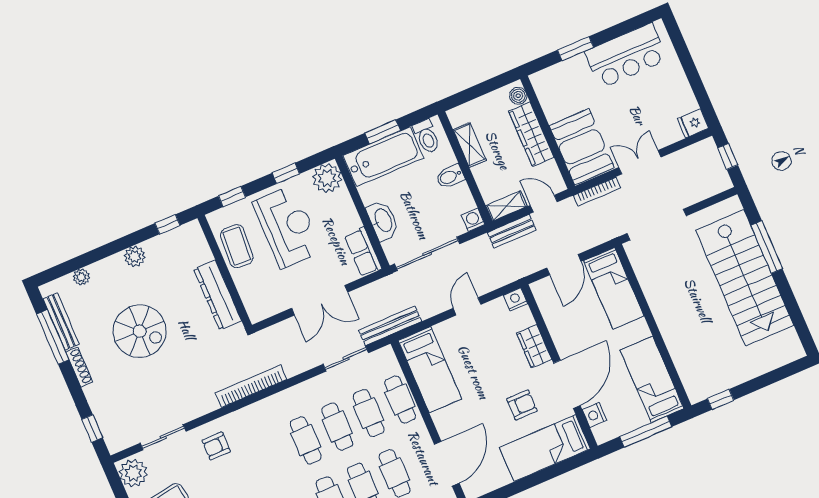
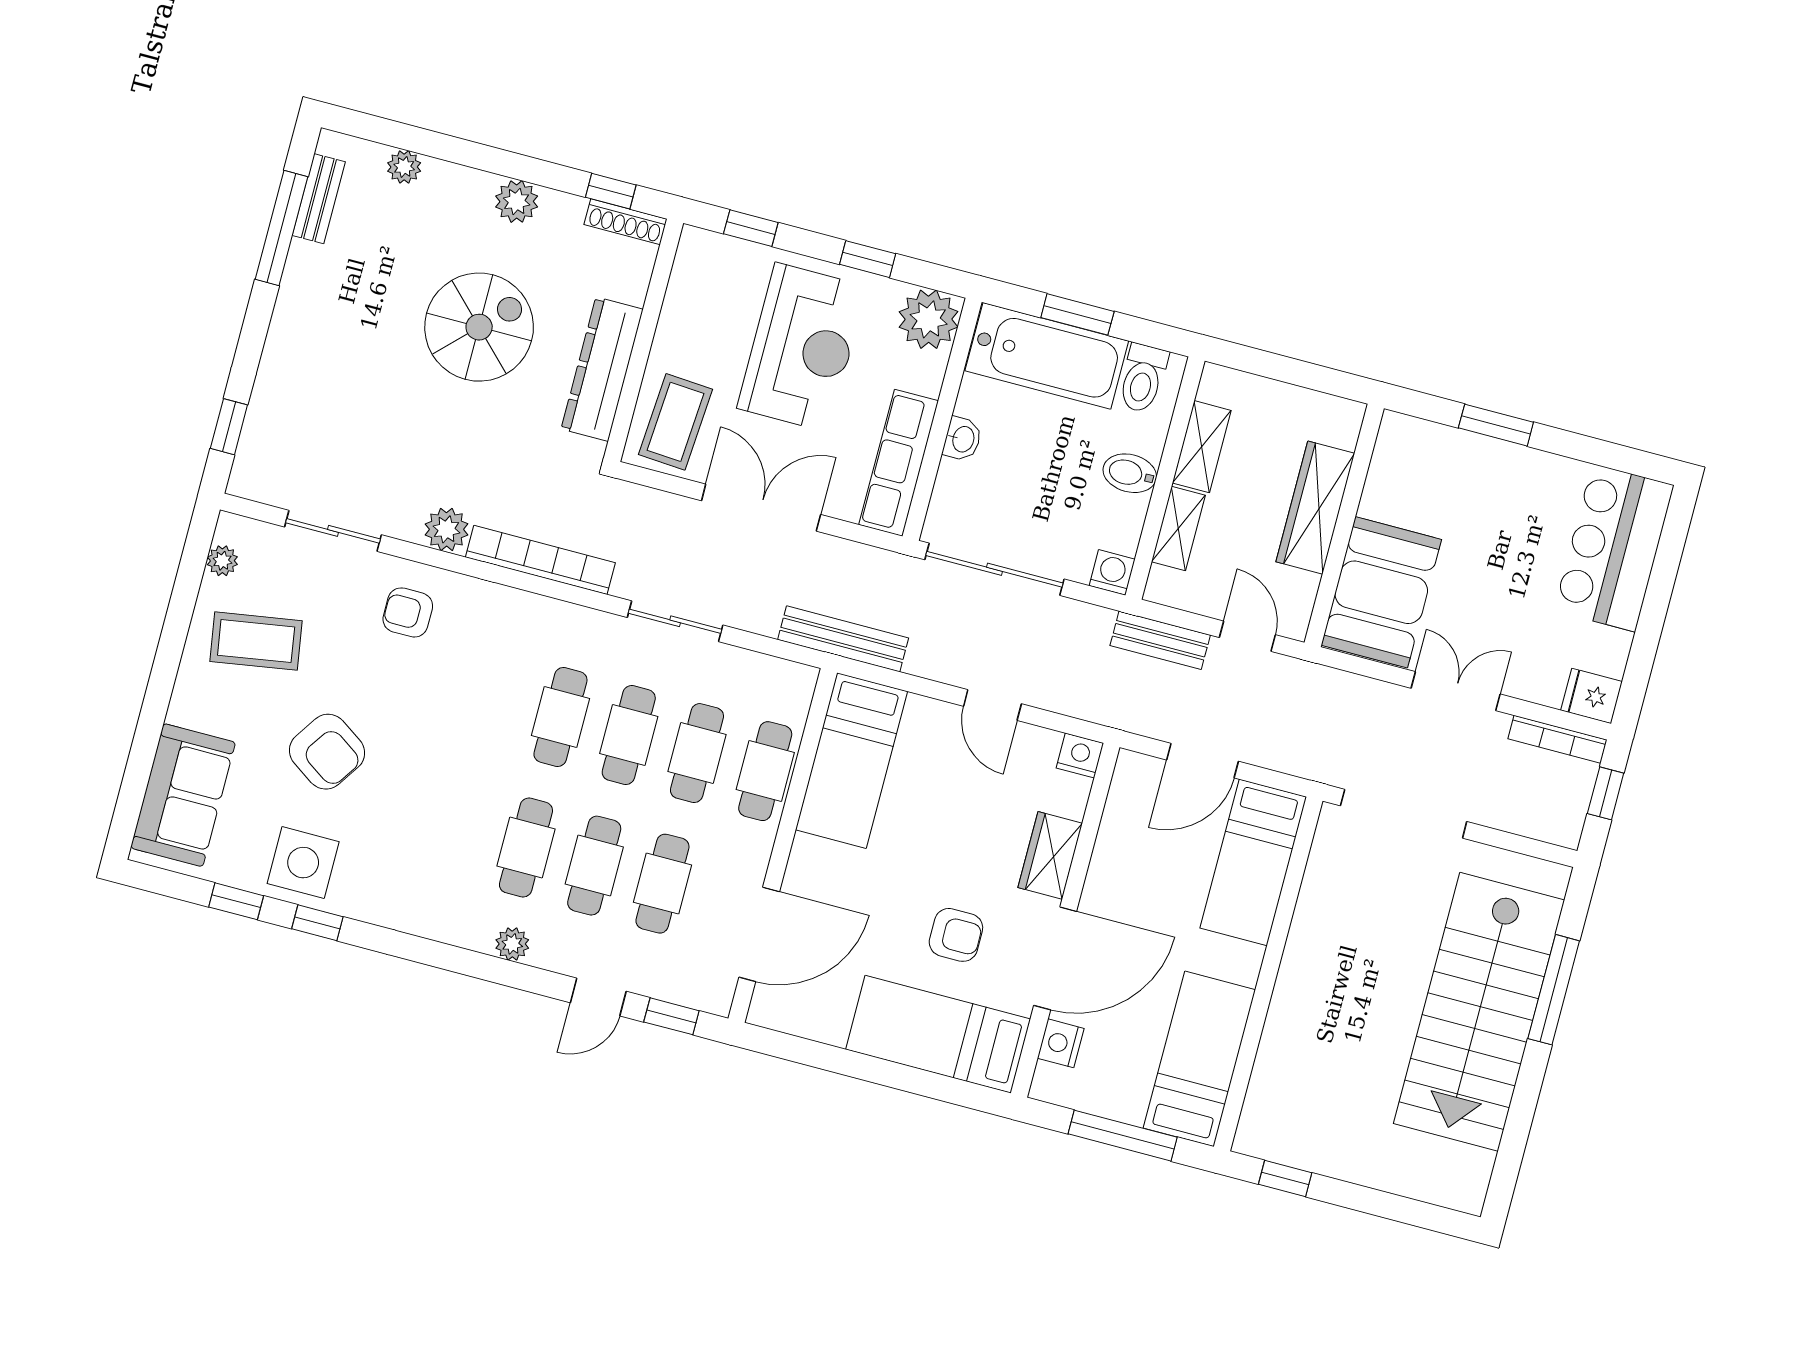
bar counter: (626, 56) -> (1614, 548), moved, turned 90
boiler: (518, 96) -> (1343, 429), removed
bookcase: (597, 192) -> (1557, 739), moved
shelving: (506, 206) -> (1178, 529), moved, turned 90
washbasin: (383, 221) -> (962, 439), width x0.52, depth x0.69
coffee table: (237, 246) -> (675, 422), moved
row of seats: (363, 252) -> (899, 463), width x1.48
double door: (320, 300) -> (761, 508), swing flipped
door: (467, 306) -> (992, 705), swing flipped
bench: (61, 322) -> (319, 199), width x0.73
spiral stairs: (140, 331) -> (479, 327), moved, turned -90
sliding door: (346, 358) -> (675, 621), moved
shoe rack: (79, 367) -> (626, 222), moved, turned 90
plant: (206, 403) -> (446, 529), added
plant: (133, 473) -> (222, 561), width x0.53, depth x0.53

